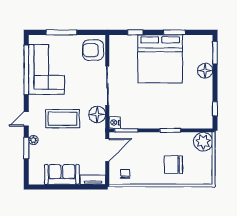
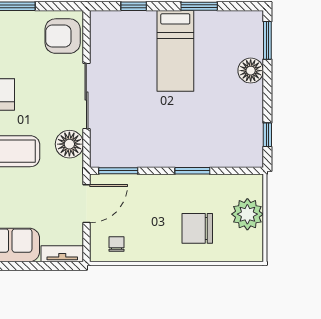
bed: (160, 59) -> (175, 51), width x0.49
nightstand: (115, 123) -> (99, 158), removed
plant: (203, 142) -> (247, 214), moved

